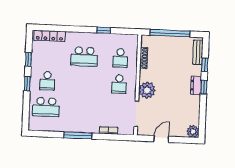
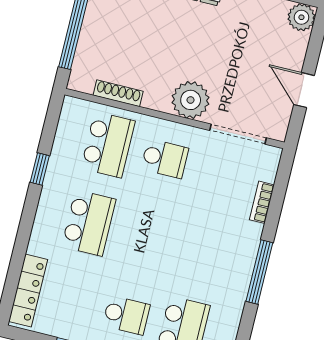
school desk: (120, 58) -> (108, 145), width x1.85

